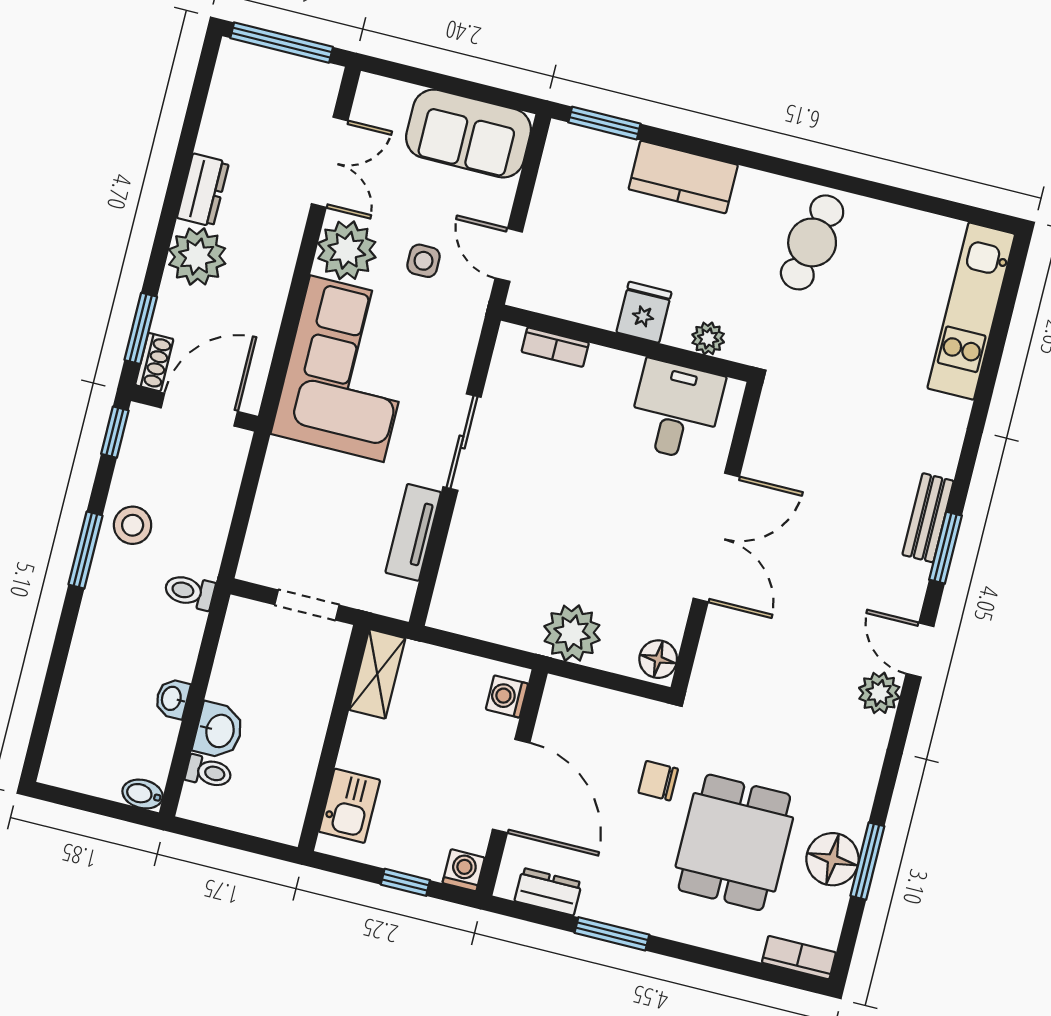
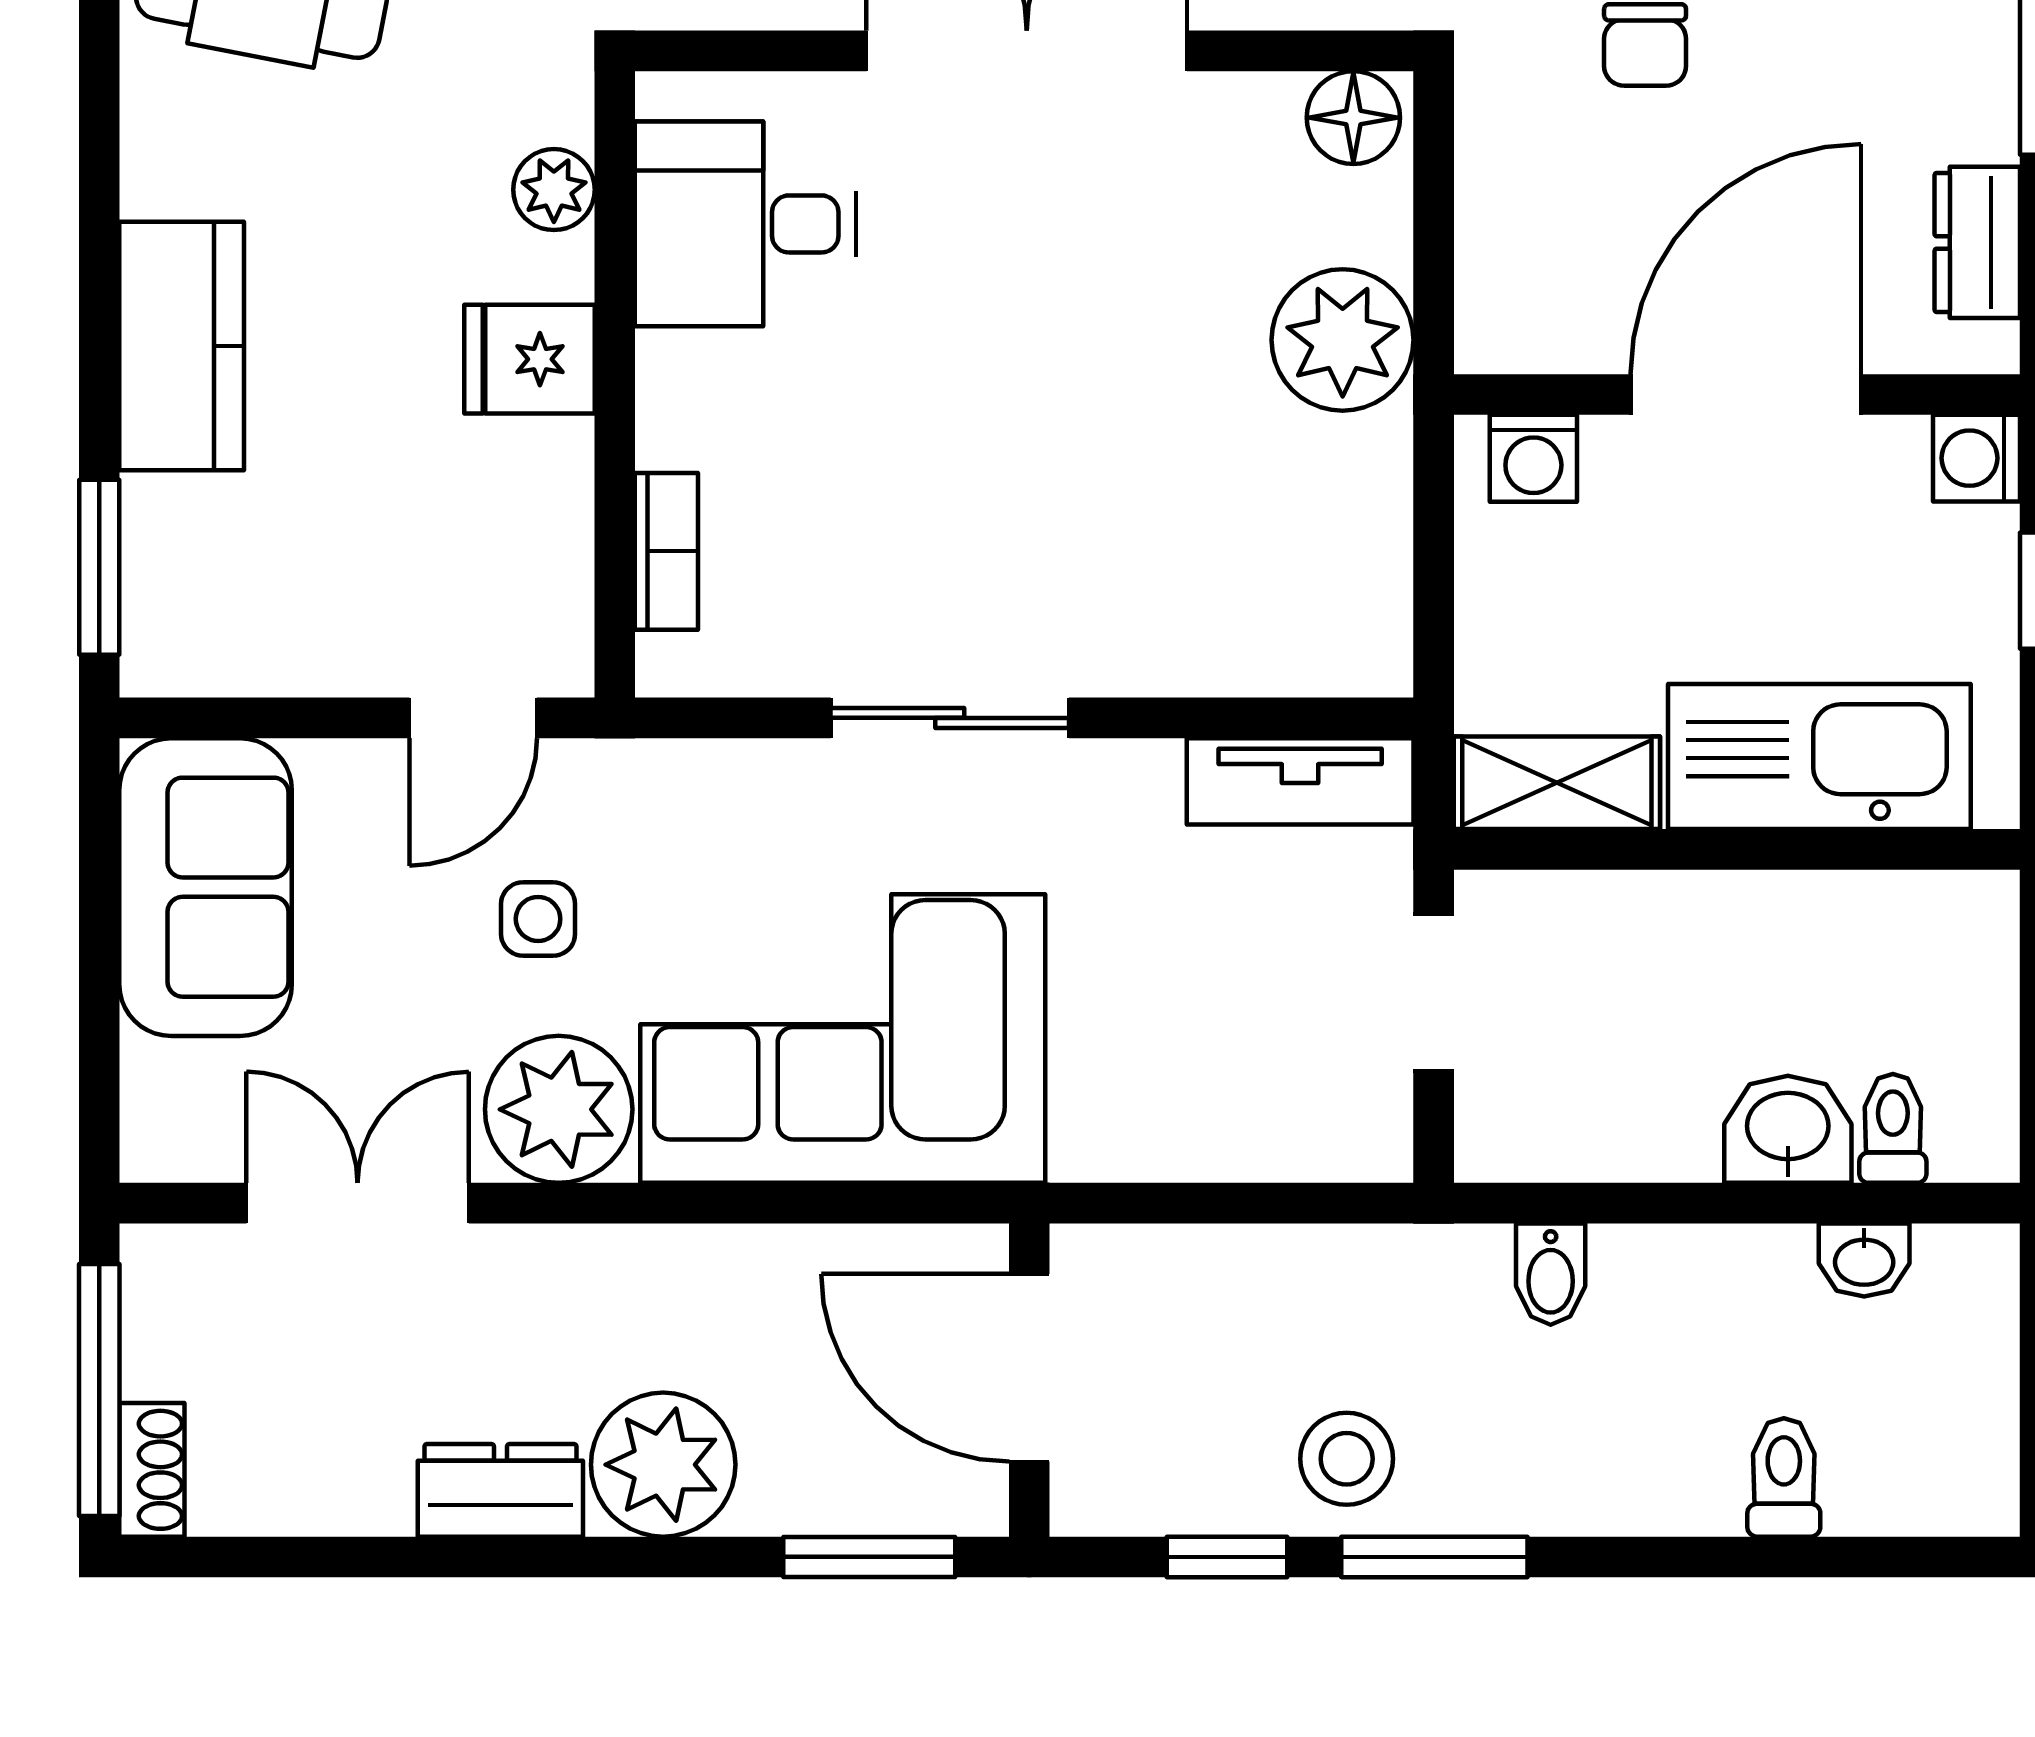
shoe rack: (154, 362) -> (152, 1470), moved, turned 90
window: (115, 432) -> (1227, 1557), moved
tv unit: (413, 532) -> (1300, 781), moved
toilet: (189, 592) -> (1784, 1477), moved, turned 180
washbasin: (172, 699) -> (1864, 1260), moved
bidet: (143, 794) -> (1551, 1274), moved
kitchen sink: (349, 806) -> (1819, 757), width x1.88, depth x1.24

